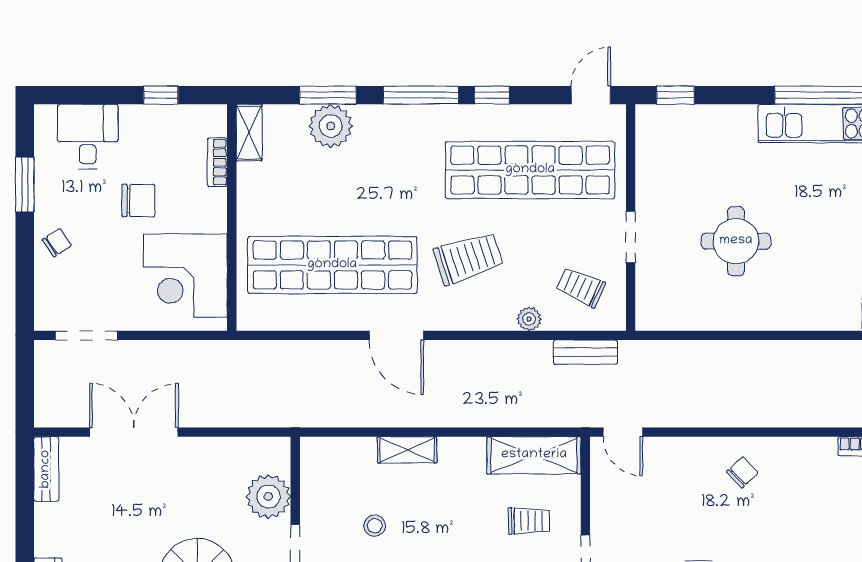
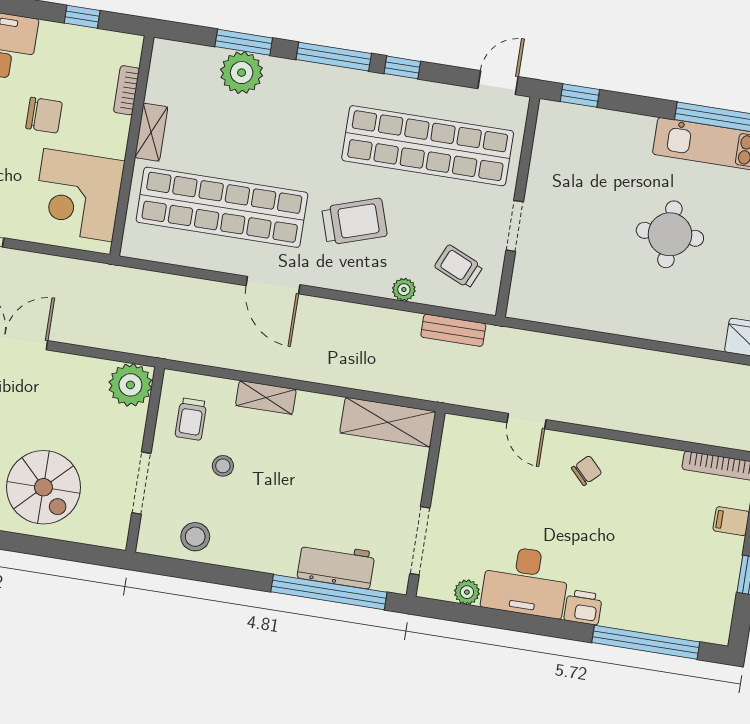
shelving: (249, 133) -> (151, 132), moved
round table: (736, 241) -> (670, 234), moved
door: (623, 432) -> (526, 421), moved
plant: (268, 496) -> (130, 385), moved
trolley: (529, 521) -> (191, 419), moved, turned 90

